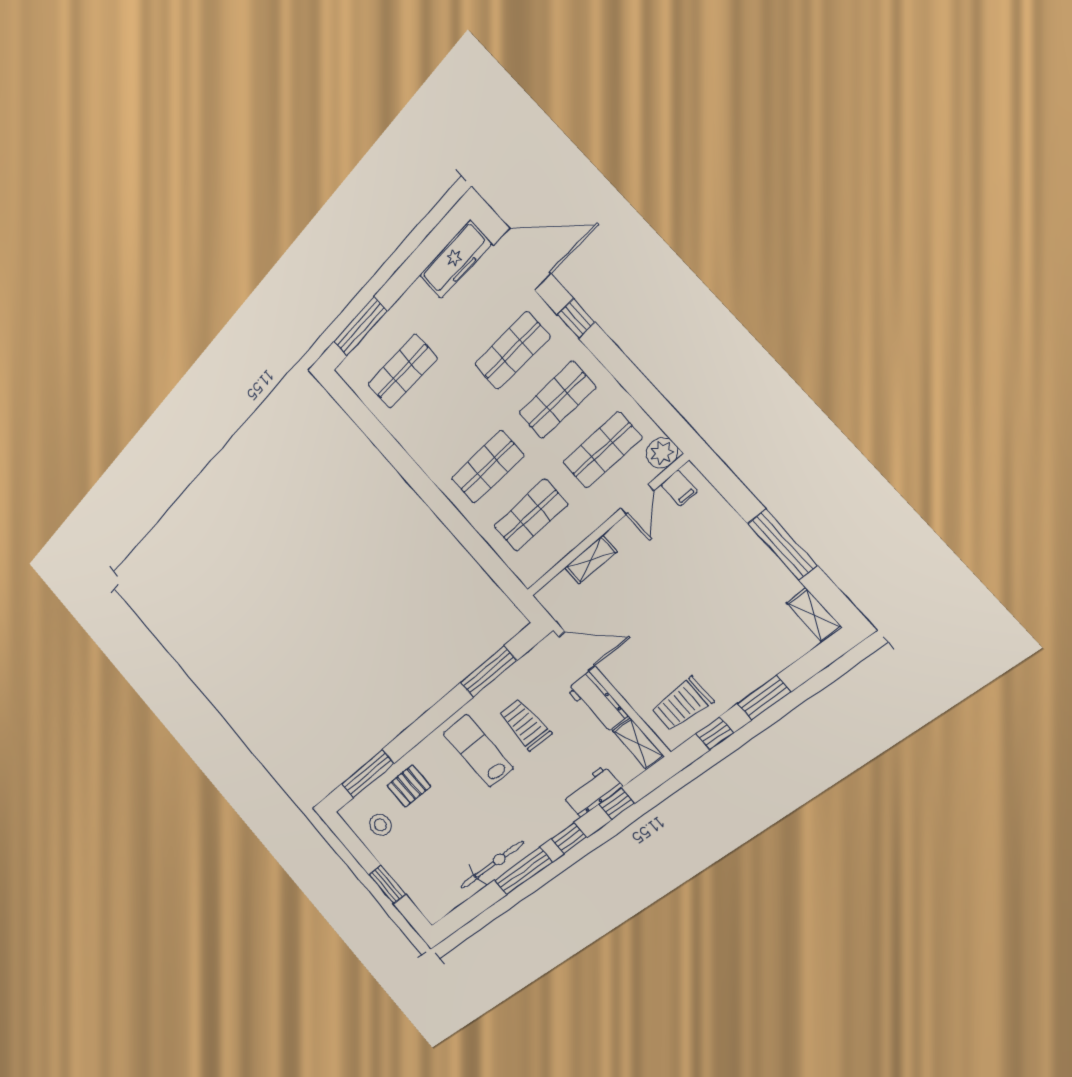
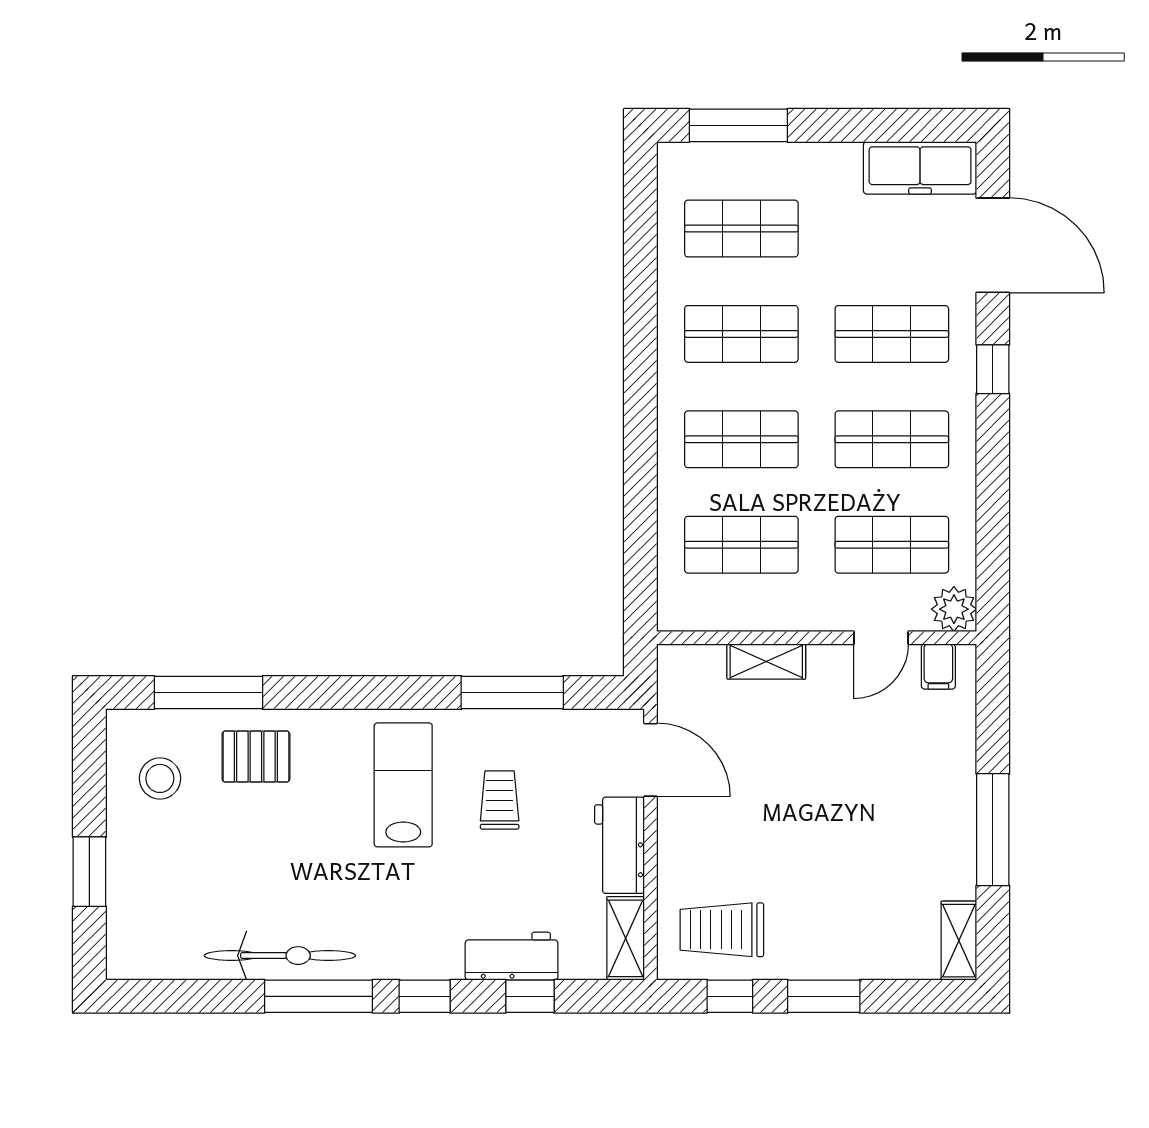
shop shelf: (445, 419) -> (741, 334), added
trolley: (525, 724) -> (500, 800), width x0.73, depth x0.72

